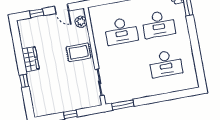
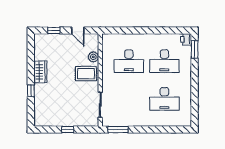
plant: (81, 22) -> (93, 57), moved

